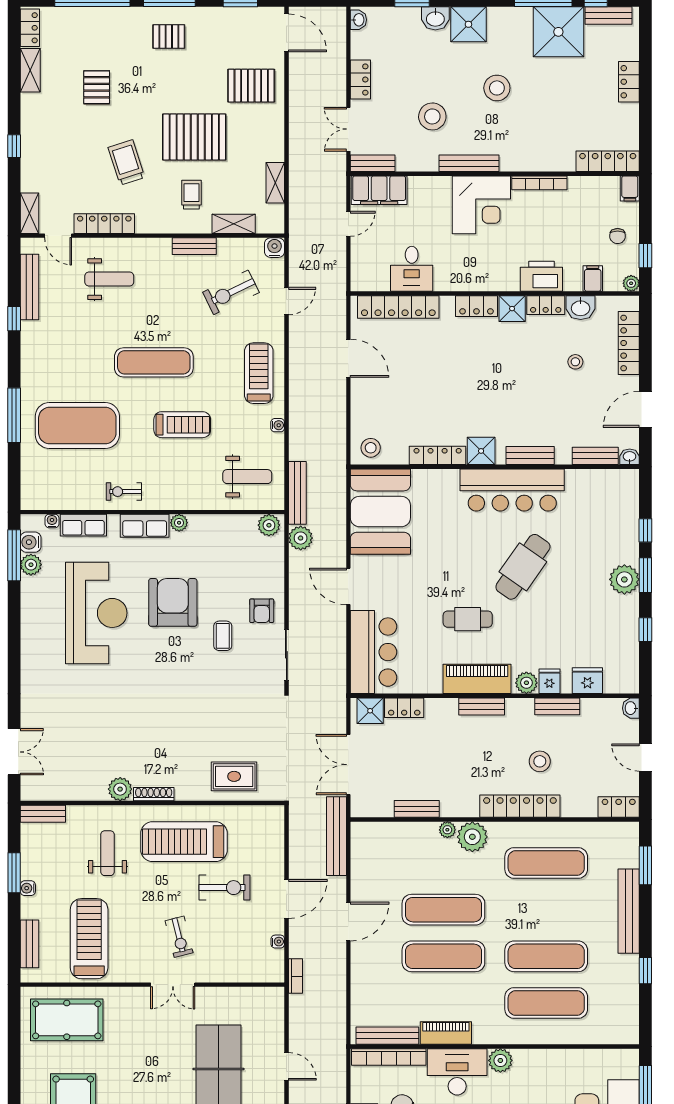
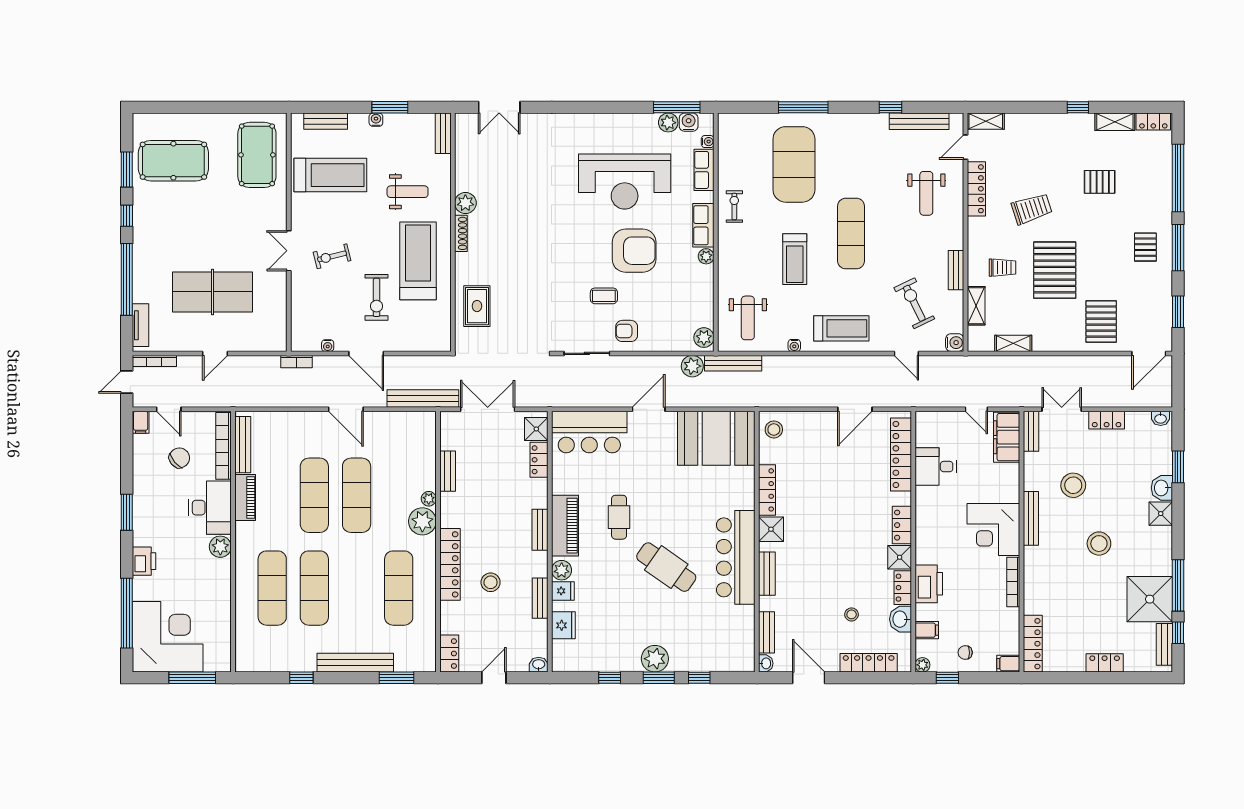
shower: (468, 24) -> (1161, 514), width x0.73, depth x0.73
window: (14, 146) -> (1078, 107), moved

